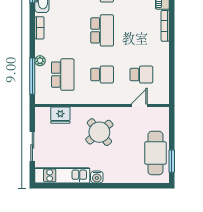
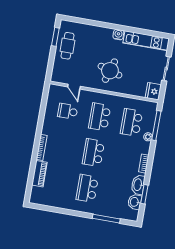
school desk: (102, 75) -> (100, 117), width x1.85
door: (139, 105) -> (74, 87), hinge flipped
fridge: (60, 115) -> (153, 91), moved, turned -90
round table: (99, 132) -> (110, 71), turned -33
cafe table: (155, 153) -> (67, 46), width x0.73, depth x0.74

